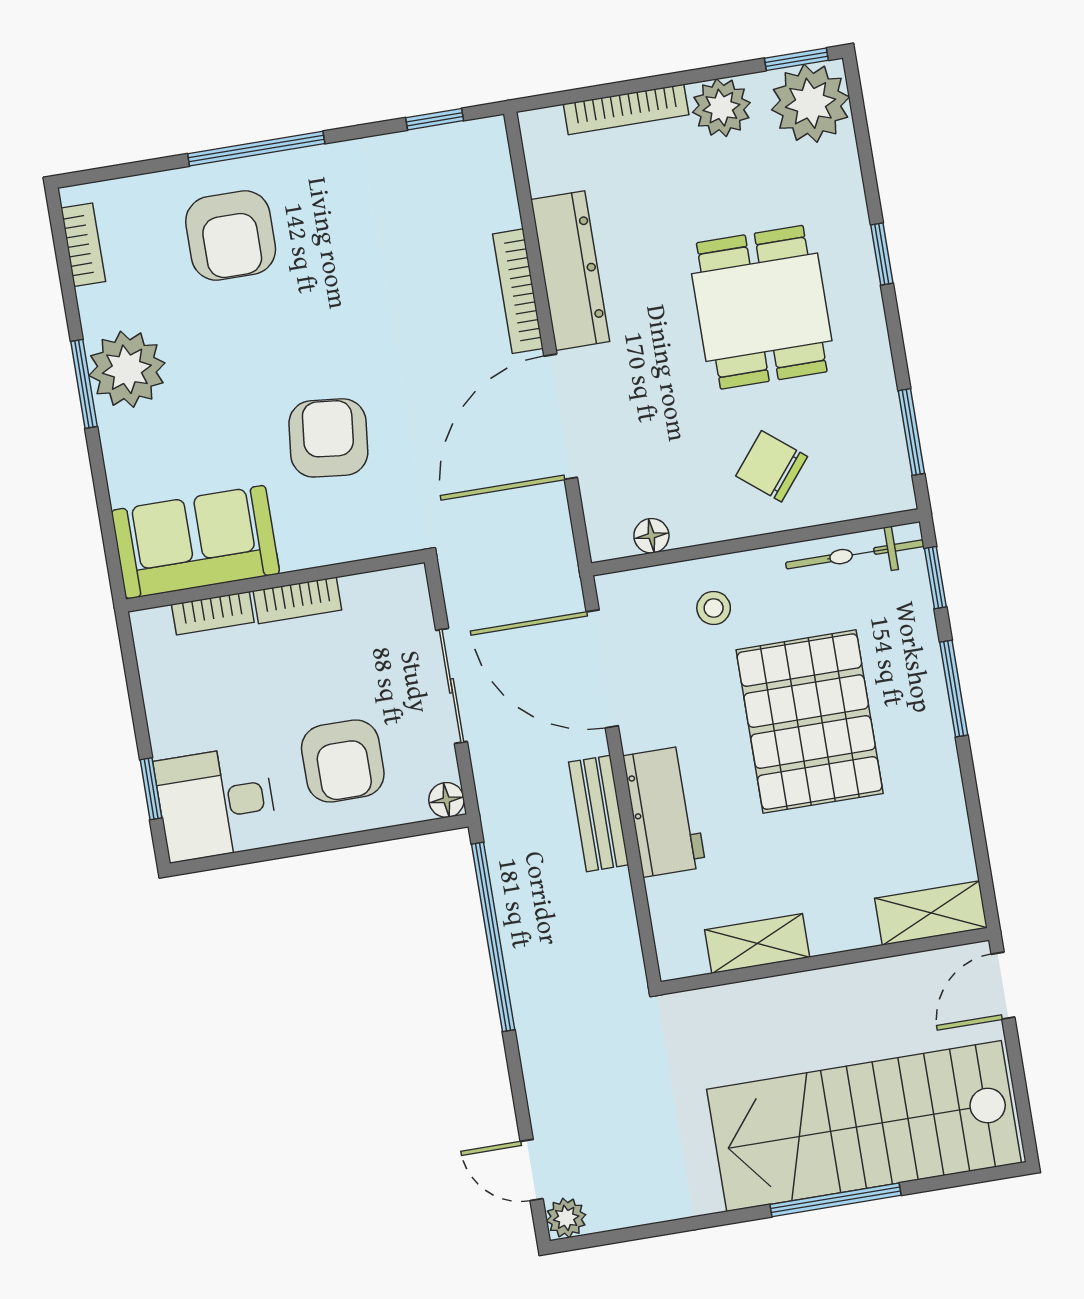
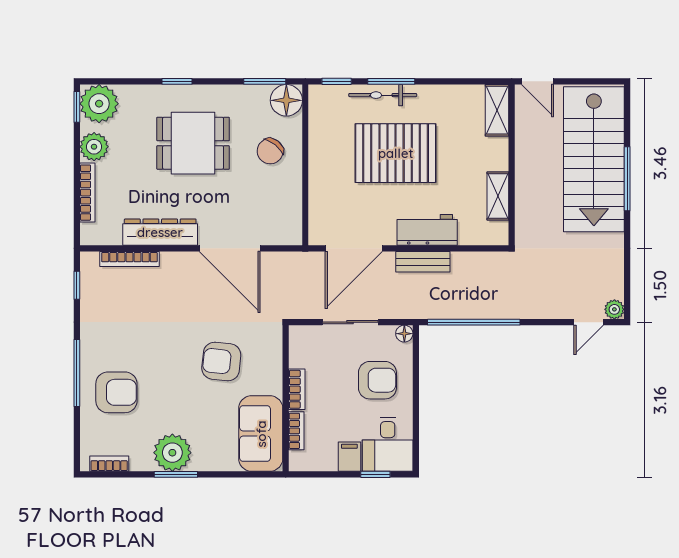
bookcase: (518, 291) -> (129, 259), moved
floor lamp: (651, 536) -> (286, 100), moved, width x1.89, depth x1.89
bicycle: (855, 554) -> (383, 95), moved, turned 90
stool: (714, 608) -> (333, 190), removed
filing cabinet: (178, 730) -> (349, 457), added

